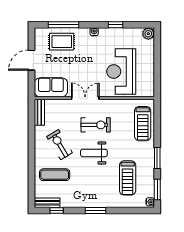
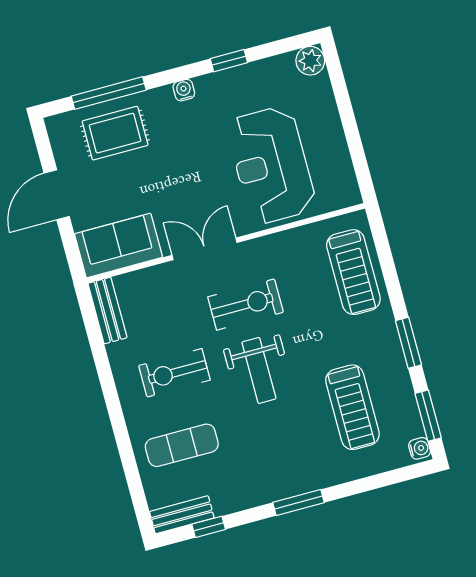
exercise bike: (60, 145) -> (174, 373), turned -59
weight bench: (94, 153) -> (259, 370), turned -90

